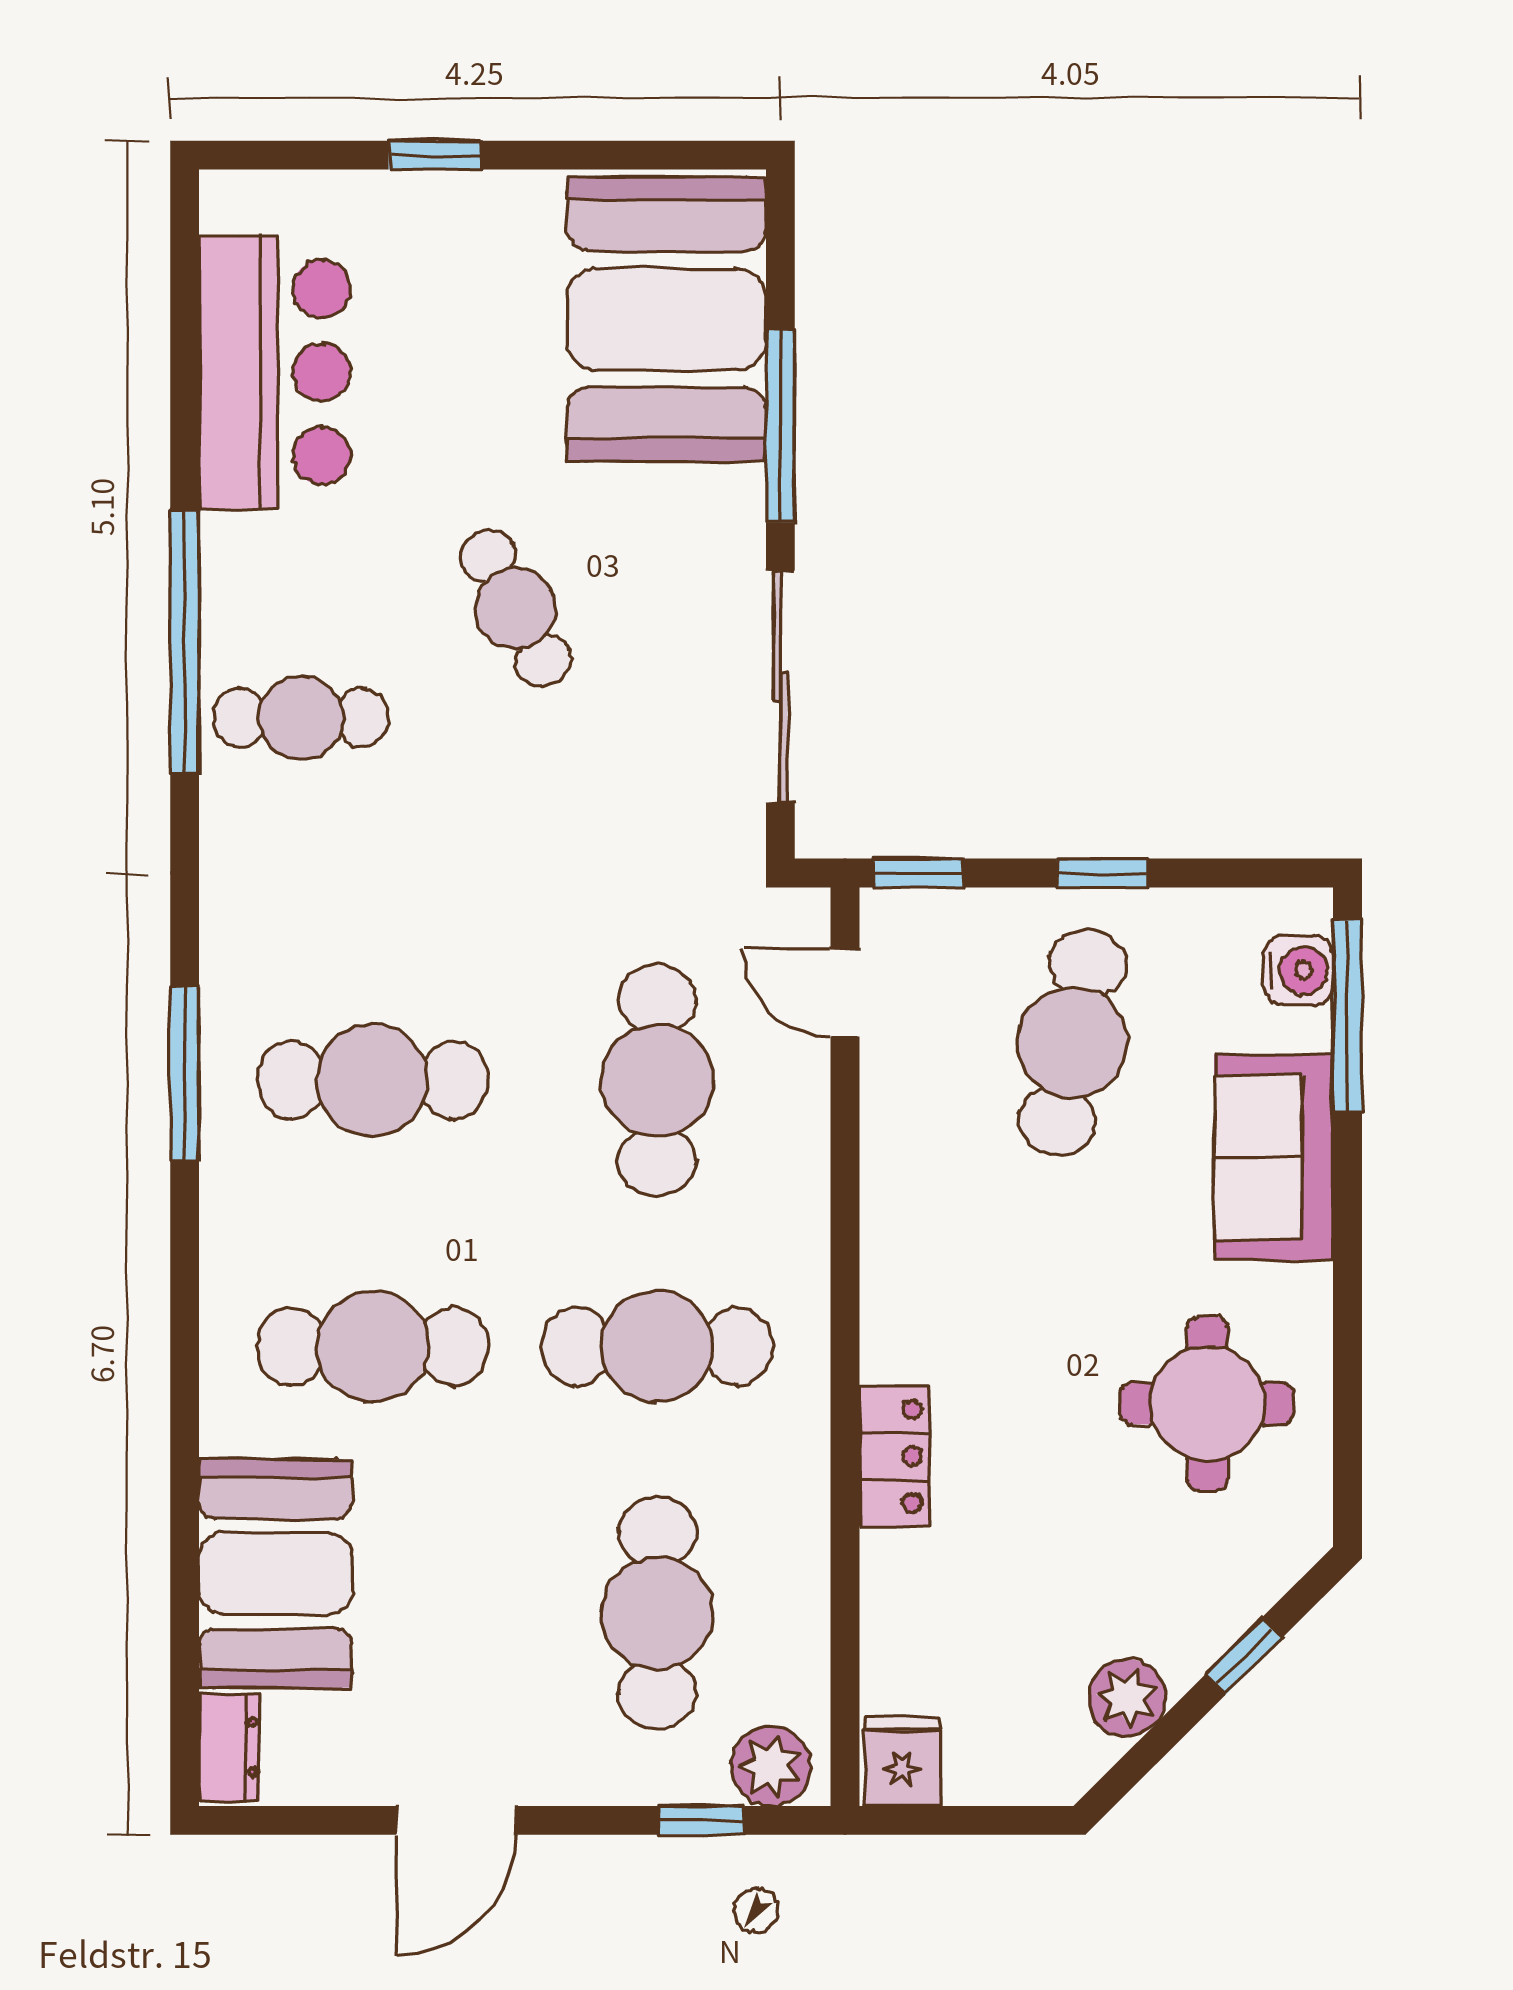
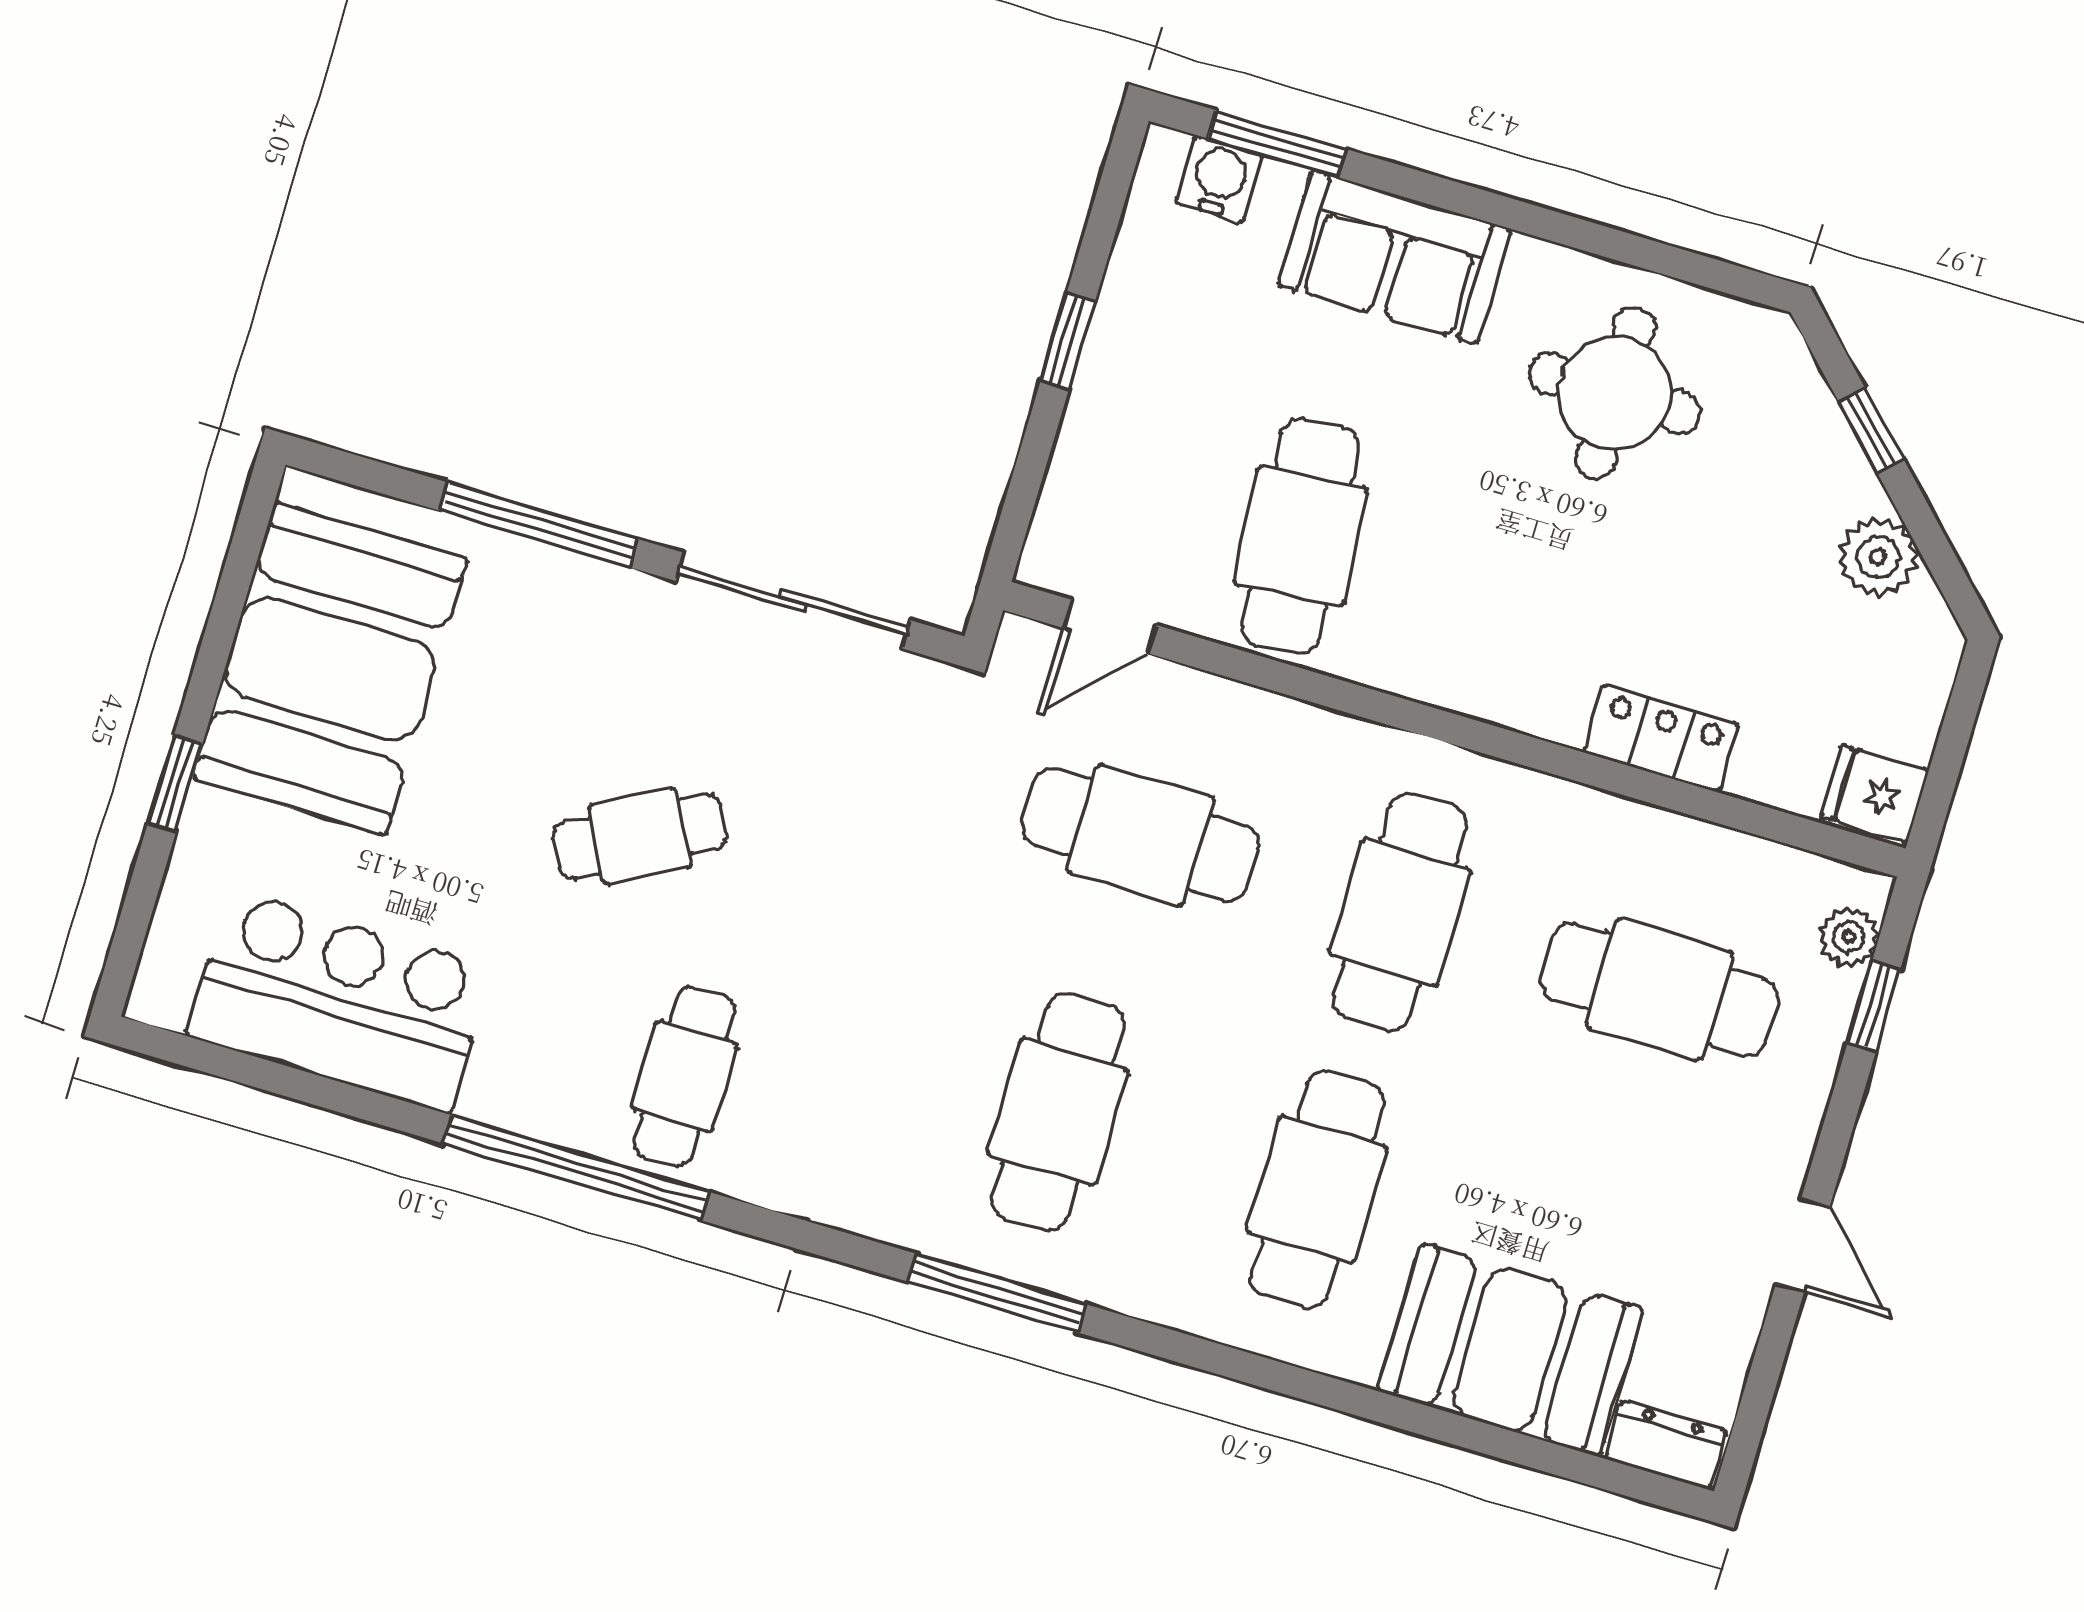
booth: (666, 319) -> (330, 669), moved, turned 90
window: (919, 873) -> (1014, 520), removed
window: (1347, 1015) -> (1277, 144), width x0.69
cafe table: (1072, 1043) -> (1300, 536), moved, turned 74
locker: (895, 1456) -> (1661, 738), moved
plant: (771, 1766) -> (1849, 937), width x0.73, depth x0.73
door: (456, 1820) -> (1803, 1245), width x0.73

